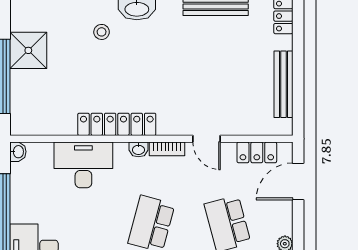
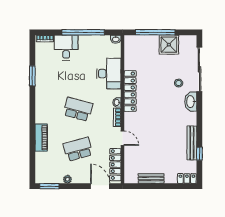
bench: (283, 84) -> (151, 179), width x0.73
door: (207, 139) -> (123, 138), swing flipped
locker: (257, 152) -> (115, 165), width x1.53

